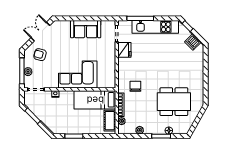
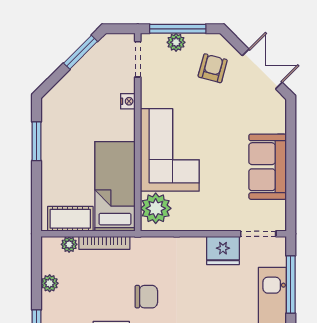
plant: (105, 81) -> (156, 208), added
chair: (135, 86) -> (146, 297), moved

